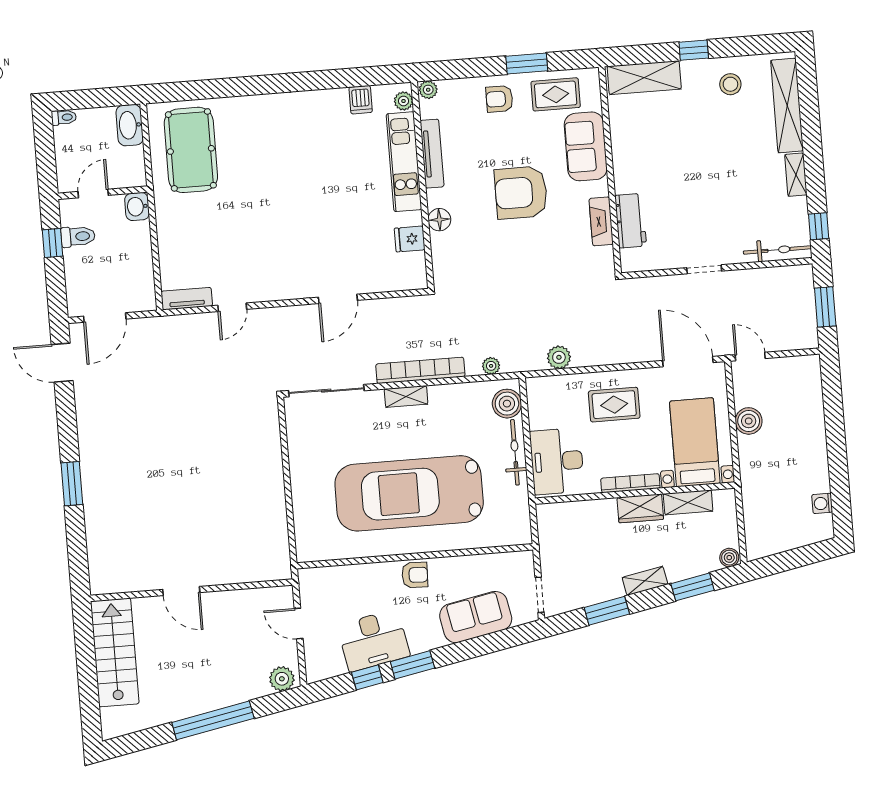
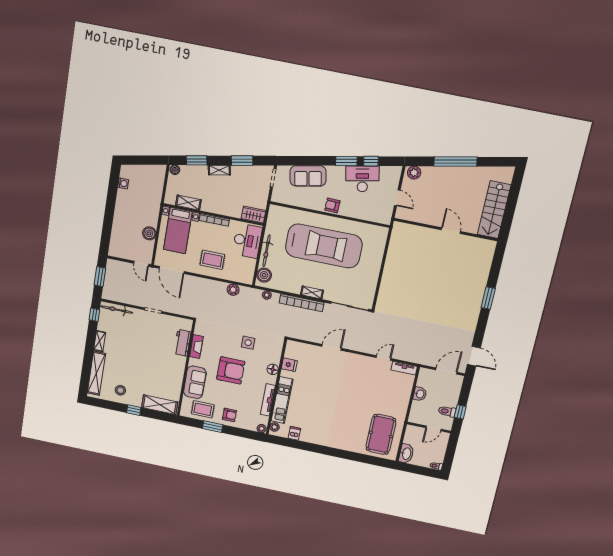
washbasin: (137, 207) -> (420, 394), moved
side table: (502, 260) -> (248, 343), added
wardrobe: (640, 508) -> (254, 215), moved

